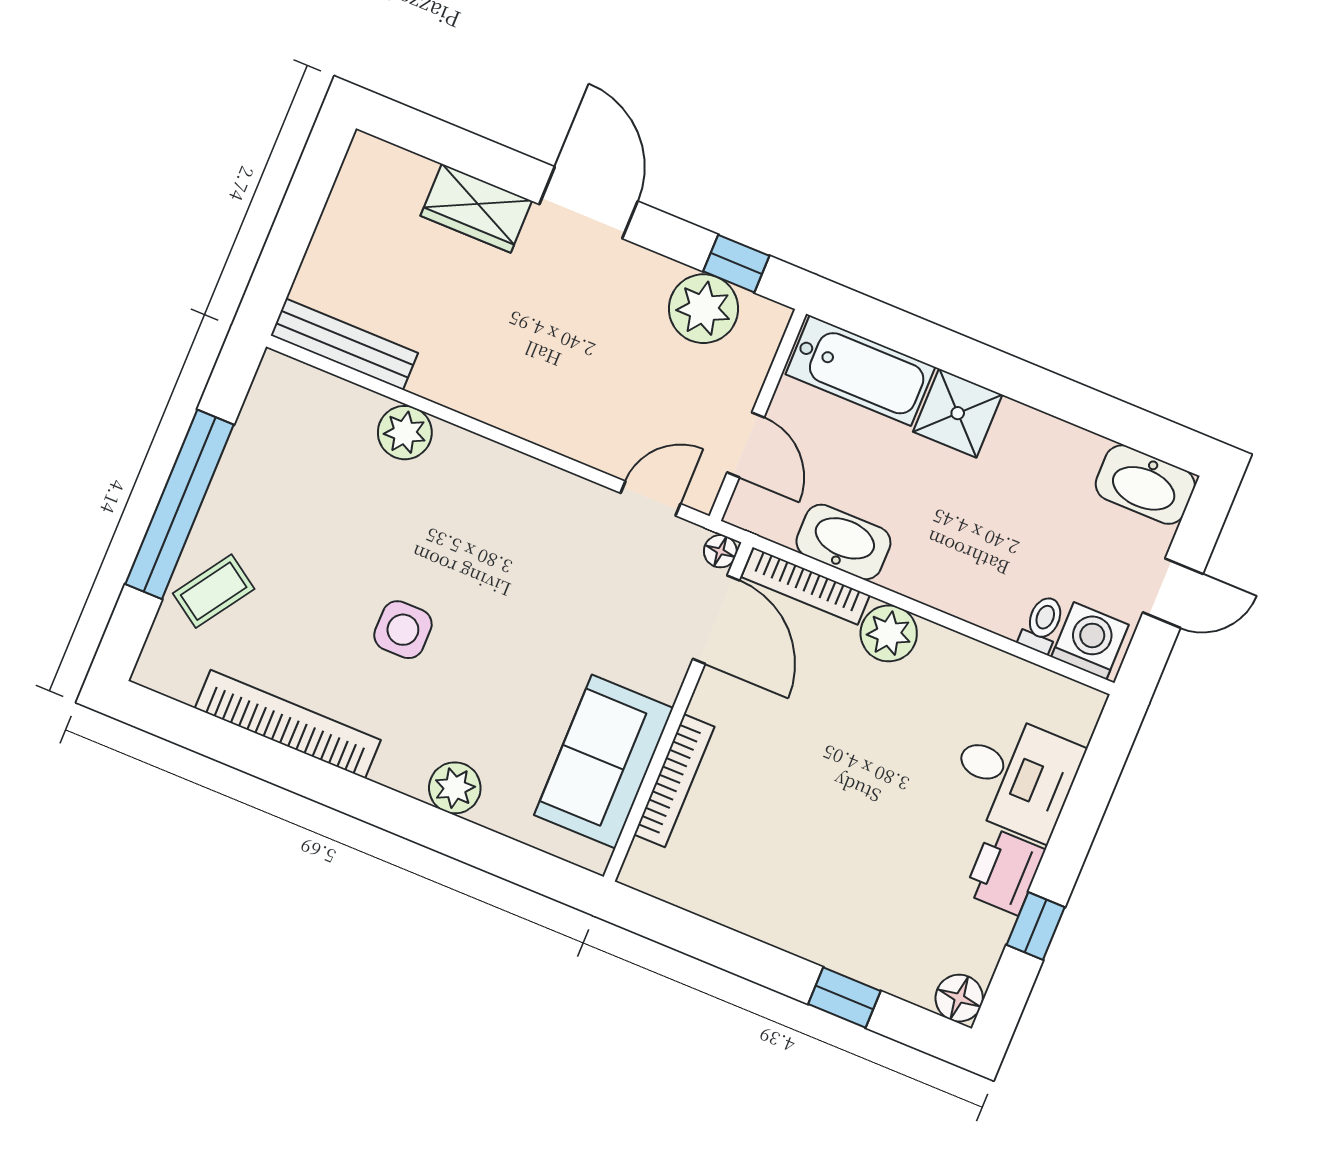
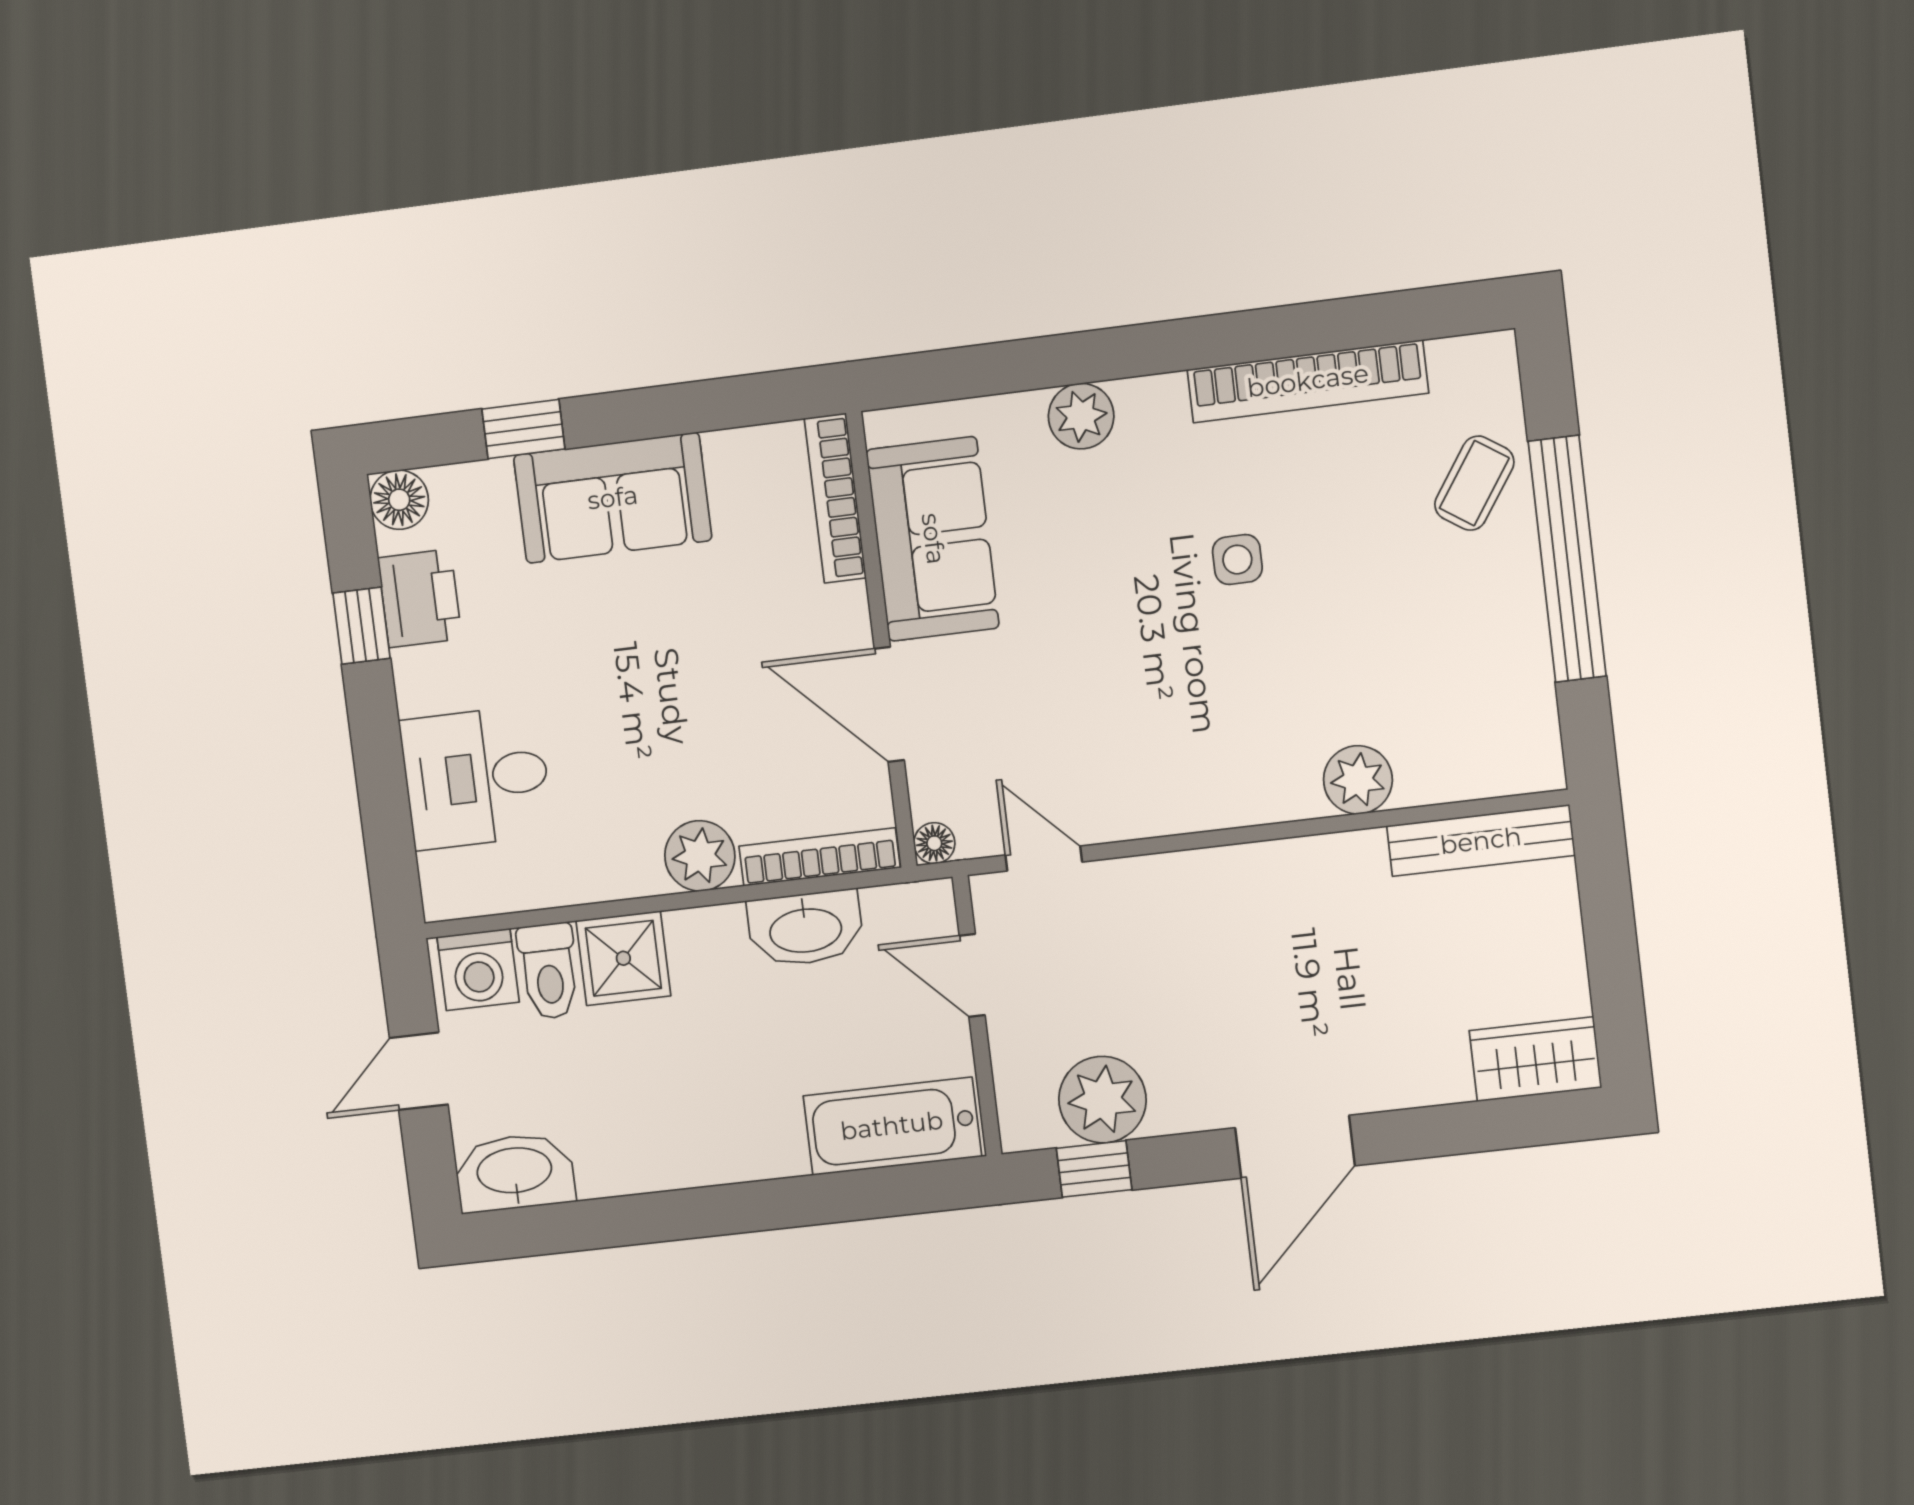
door: (589, 203) -> (1295, 1147), hinge flipped
wardrobe: (476, 208) -> (1535, 1059), moved
shower: (958, 413) -> (623, 958), moved
door: (651, 498) -> (1044, 859), swing flipped
door: (716, 620) -> (889, 704), moved
toilet: (1042, 624) -> (549, 971), width x1.37, depth x1.39
side table: (403, 630) -> (1237, 560), width x0.73, depth x0.73
bookcase: (674, 781) -> (835, 498), moved
printer: (1005, 871) -> (420, 598), moved
sofa: (809, 915) -> (613, 498), added

